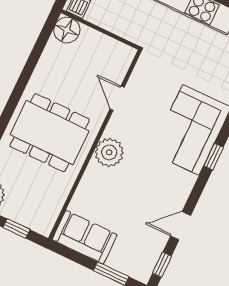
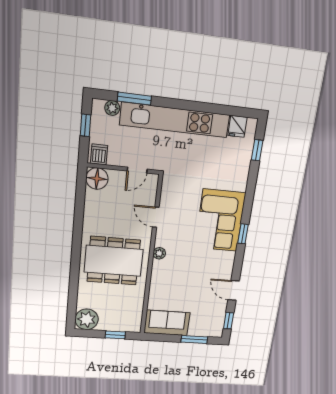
door: (115, 37) -> (137, 170), added
plant: (109, 152) -> (159, 253), width x0.53, depth x0.53
door: (181, 226) -> (234, 290), hinge flipped

